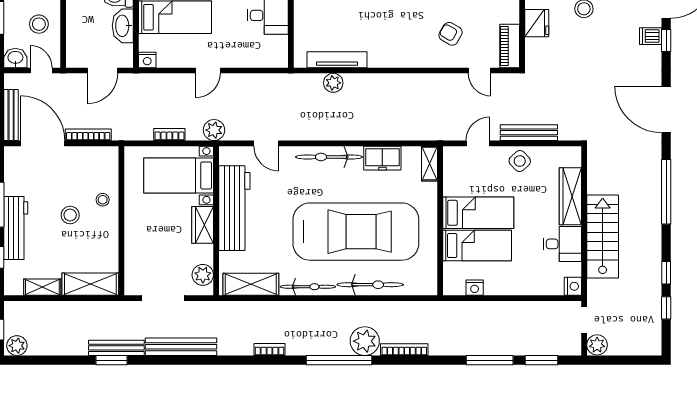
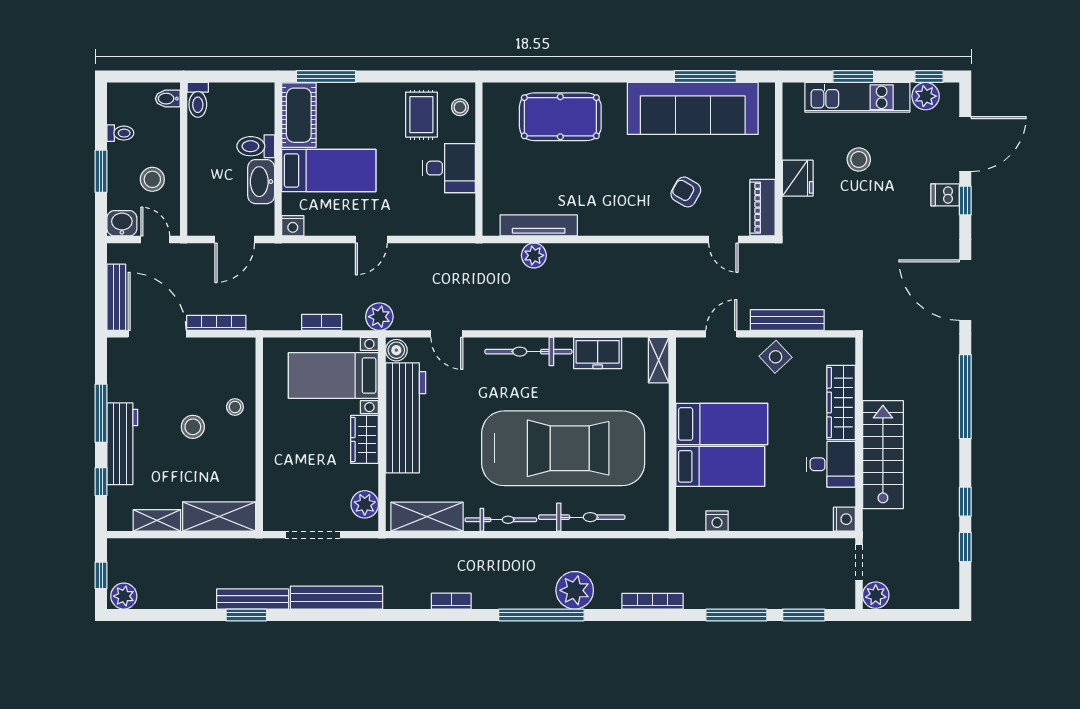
boiler: (227, 156) -> (396, 350), added
bookcase: (404, 350) -> (652, 601), moved

